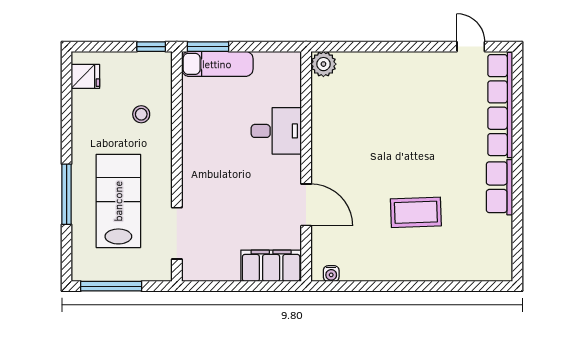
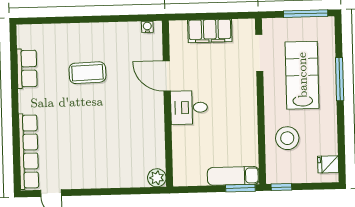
stool: (141, 114) -> (287, 138), width x1.89, depth x1.89
desk: (276, 131) -> (189, 108), moved
row of seats: (500, 187) -> (27, 69), moved
lab bench: (118, 201) -> (302, 75), turned 180
filing cabinet: (271, 266) -> (210, 31), moved

